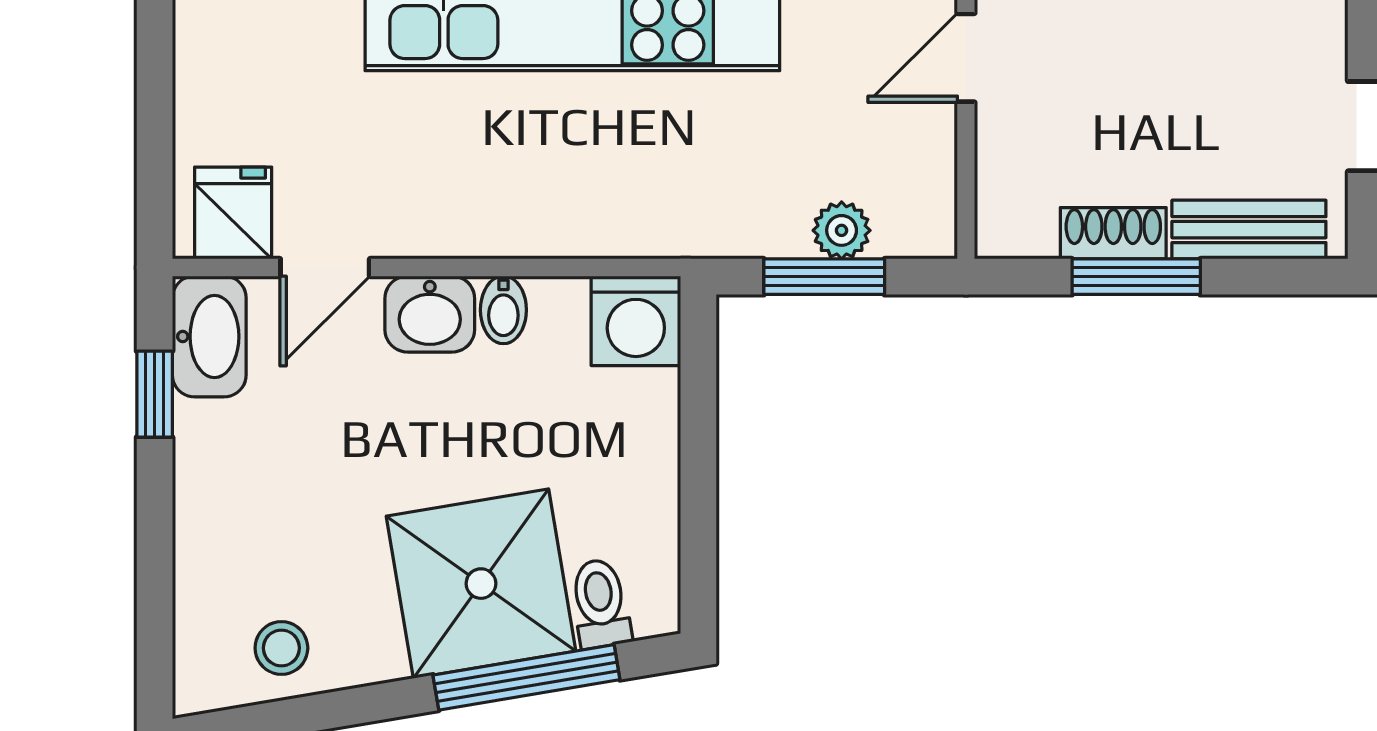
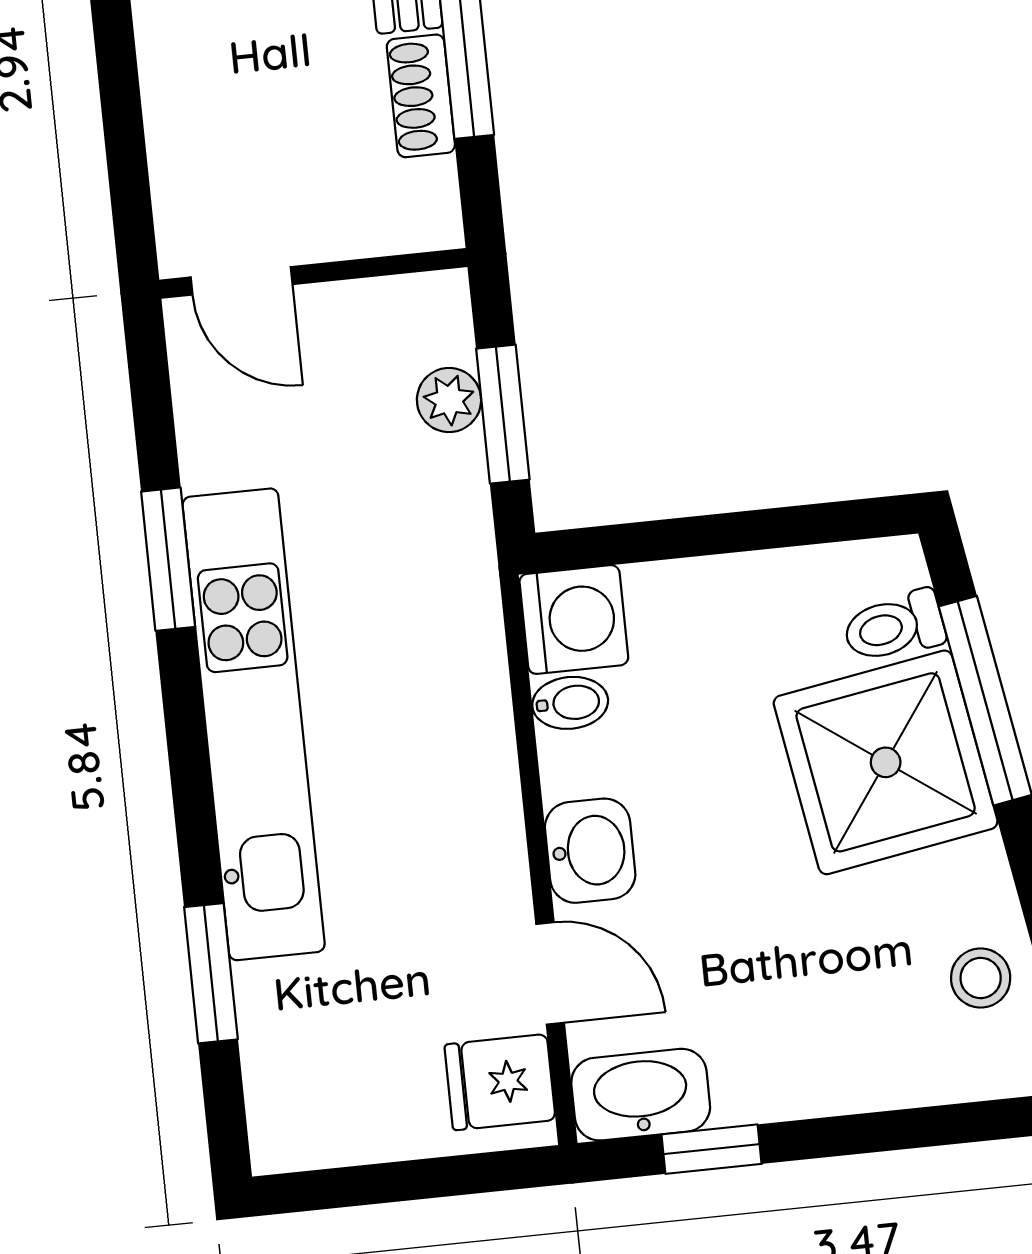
bidet: (503, 310) -> (570, 703), moved

